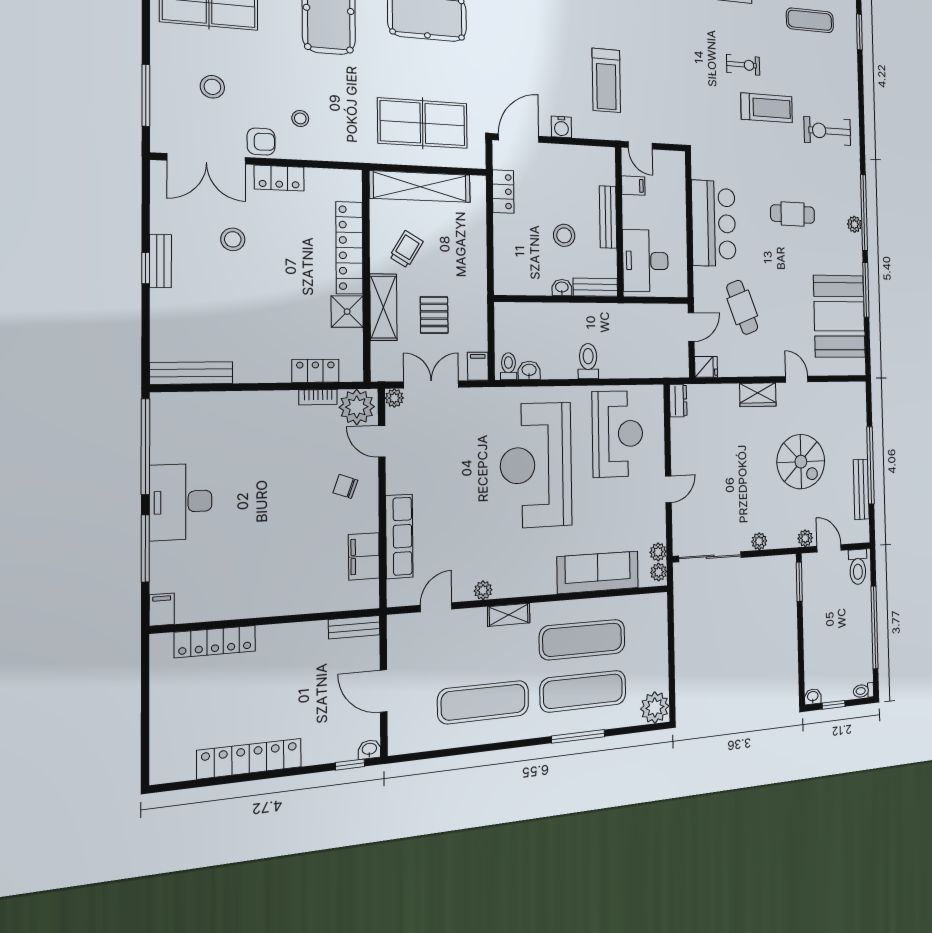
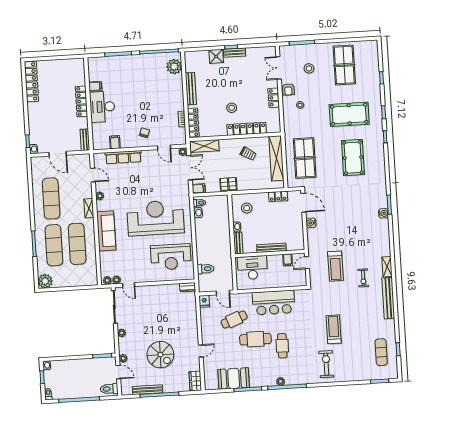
exercise bike: (743, 65) -> (363, 278), moved
treadmill: (606, 80) -> (335, 266), moved, turned -90
treadmill: (767, 108) -> (334, 329), turned 180
double door: (206, 159) -> (279, 68), width x0.73
stool: (564, 235) -> (247, 208), moved
stool: (233, 239) -> (232, 108), moved
cafe table: (779, 267) -> (255, 339), added
shelving: (383, 307) -> (204, 146), moved
shower: (347, 312) -> (216, 56), moved
pallet: (434, 315) -> (228, 184), moved
booth: (839, 316) -> (234, 378), width x0.73, depth x0.70
toilet: (588, 361) -> (205, 269), moved
locker: (315, 371) -> (193, 123), width x1.53
bench: (191, 373) -> (191, 89), moved
wardrobe: (758, 395) -> (195, 381), moved
plant: (357, 407) -> (174, 67), moved
door: (382, 441) -> (164, 147), swing flipped
spiral stairs: (801, 462) -> (160, 355), turned -90
door: (668, 489) -> (129, 285), moved
desk: (181, 502) -> (102, 107), moved, turned -90
door: (829, 548) -> (118, 372), hinge flipped
filing cabinet: (364, 556) -> (115, 142), width x0.50
sofa: (598, 572) -> (106, 231), moved
filing cabinet: (162, 610) -> (95, 86), moved
locker: (215, 642) -> (81, 101), moved
door: (384, 691) -> (58, 154), swing flipped
locker: (249, 759) -> (31, 82), moved

